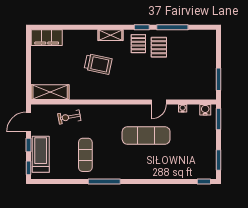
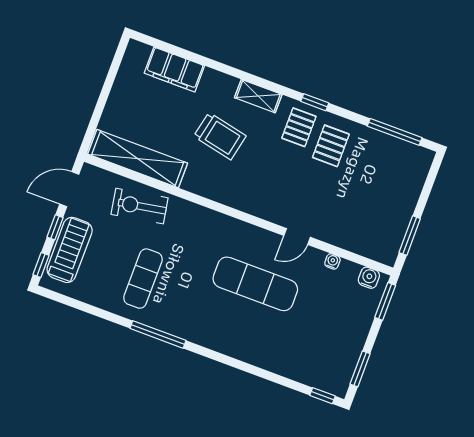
window: (172, 27) -> (395, 132), moved
filing cabinet: (47, 38) -> (174, 69), moved
shelving: (50, 92) -> (138, 159), width x1.47
exercise bike: (69, 117) -> (140, 206), width x1.38, depth x1.39

